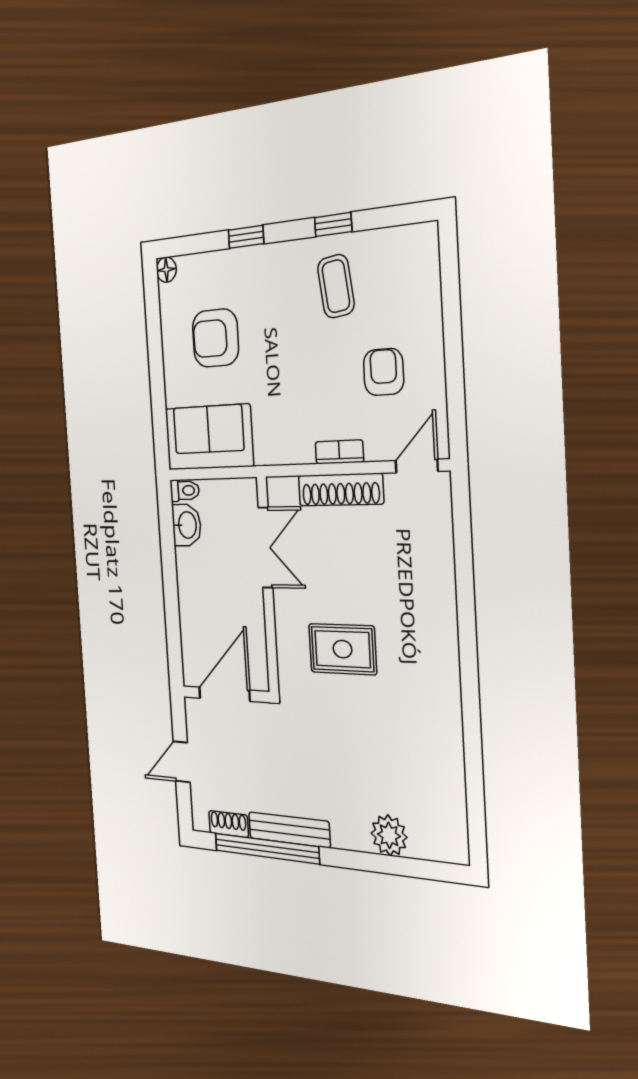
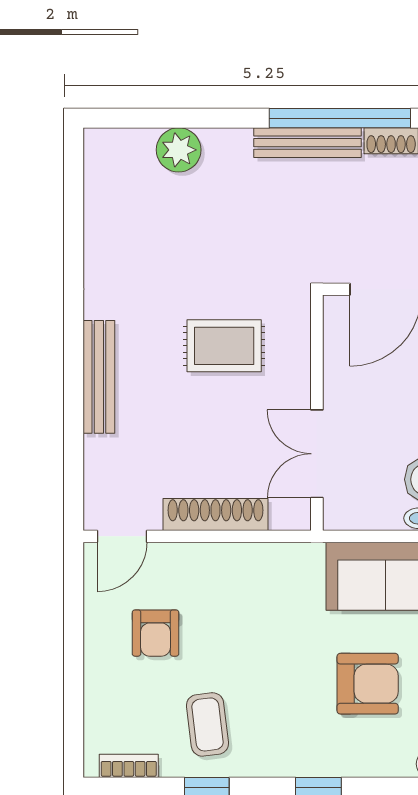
bookcase: (339, 452) -> (129, 766), moved, turned 180
bench: (445, 623) -> (99, 377), added

